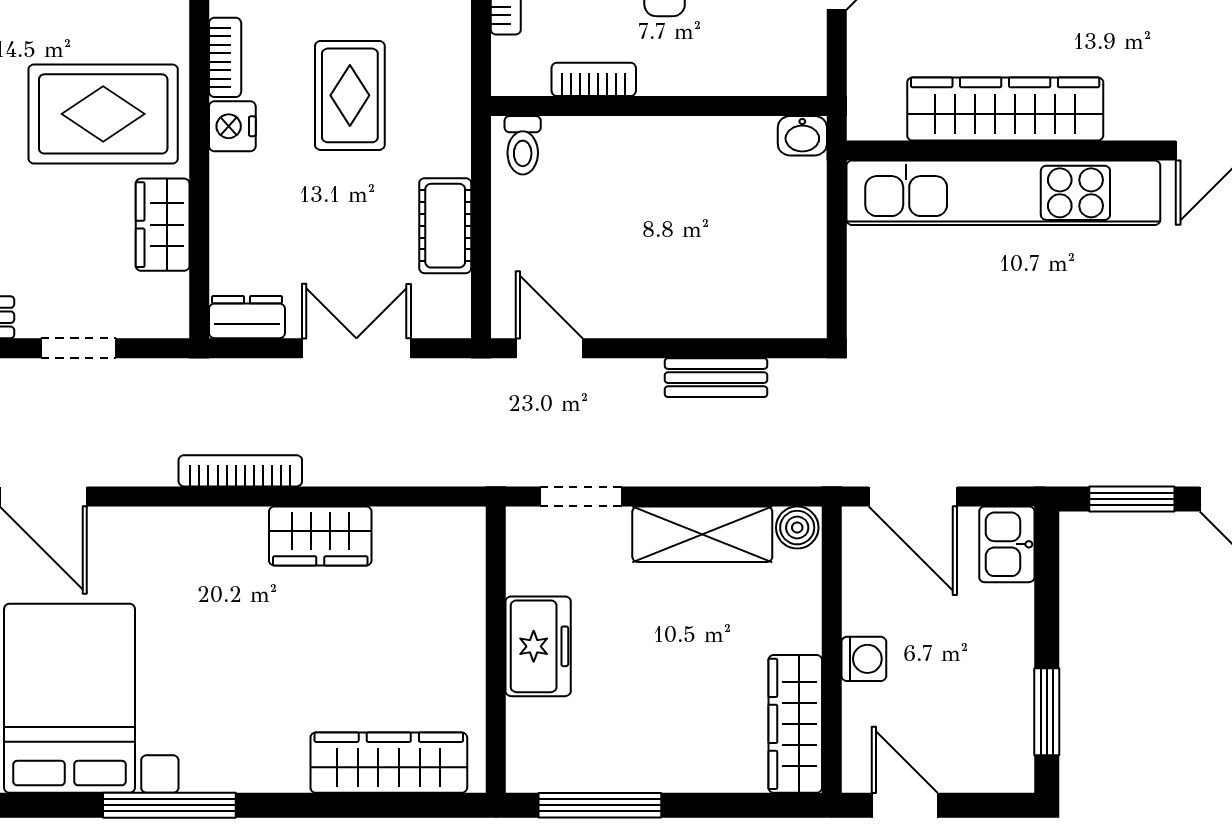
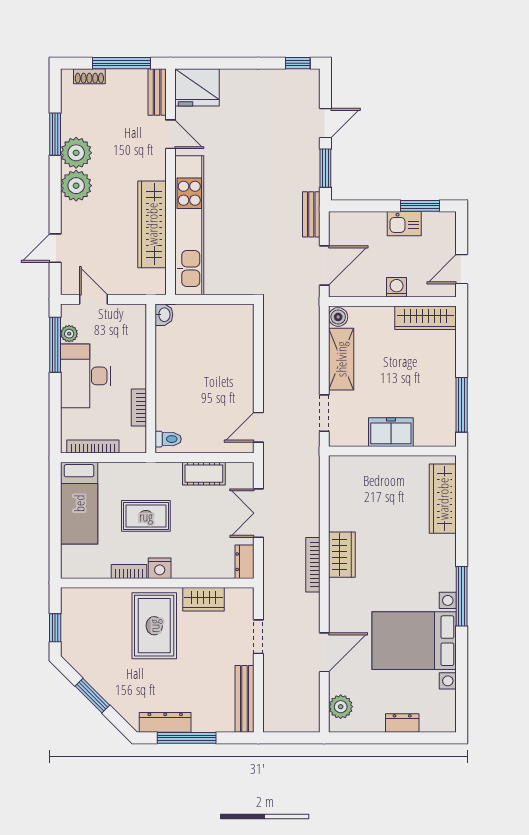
bench: (716, 378) -> (311, 214), moved
wardrobe: (320, 536) -> (342, 555), moved
kitchen sink: (1007, 544) -> (404, 224), moved

